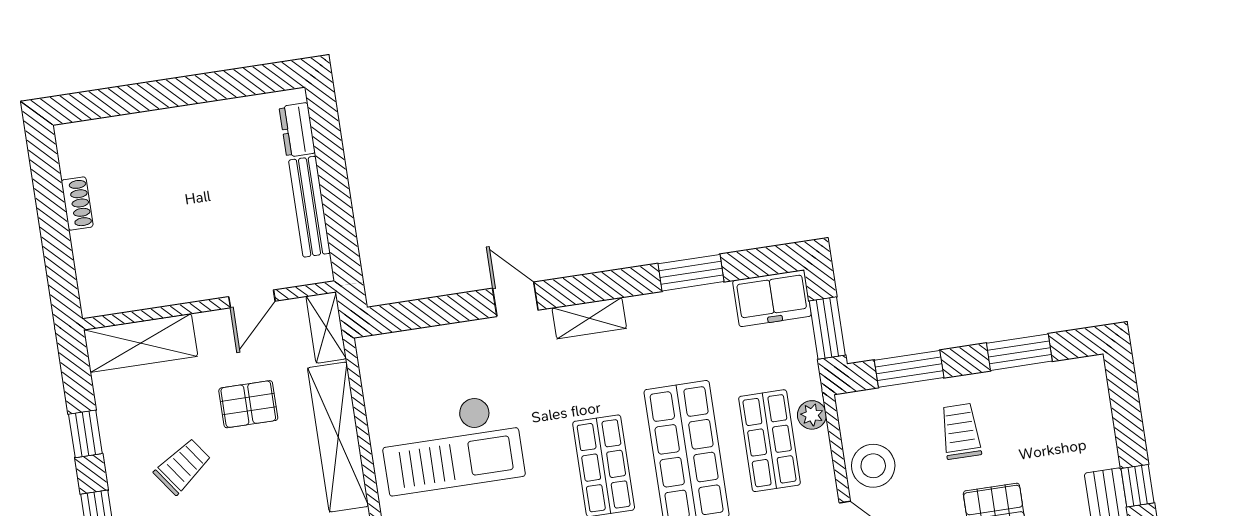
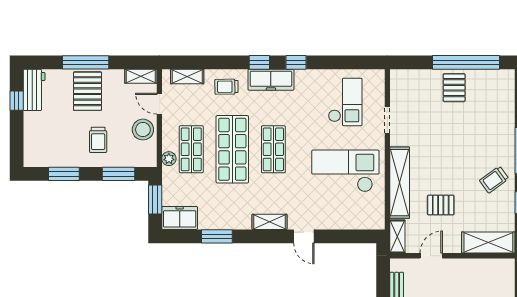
trolley: (182, 466) -> (494, 180), moved

